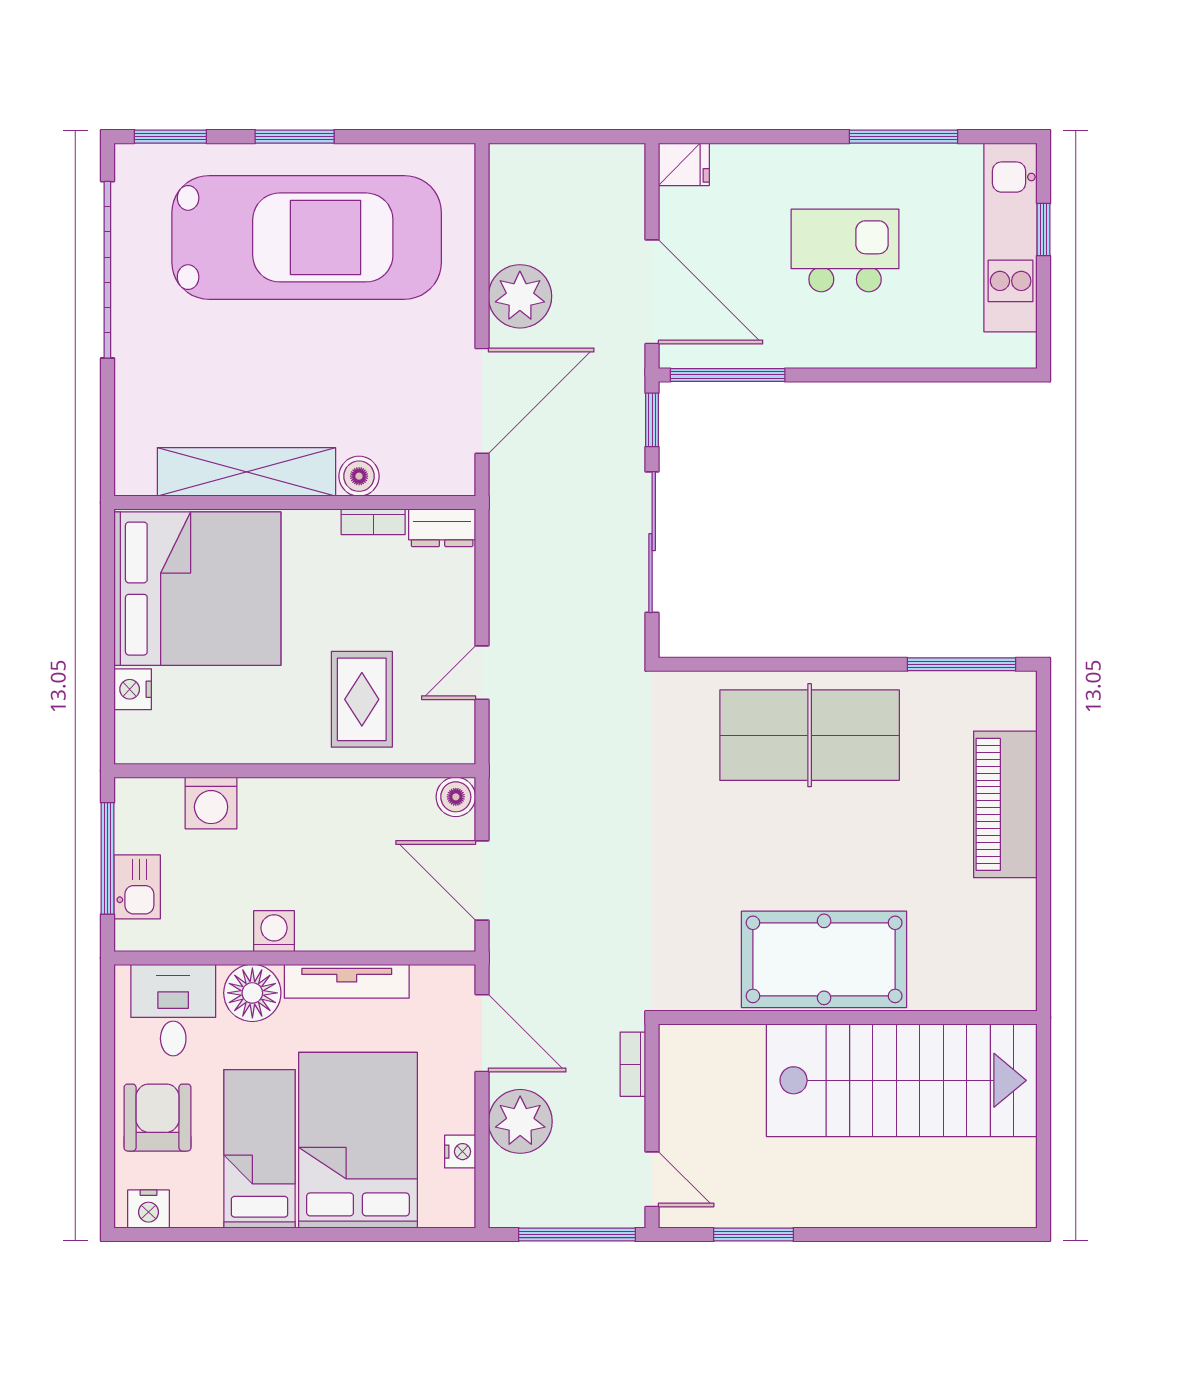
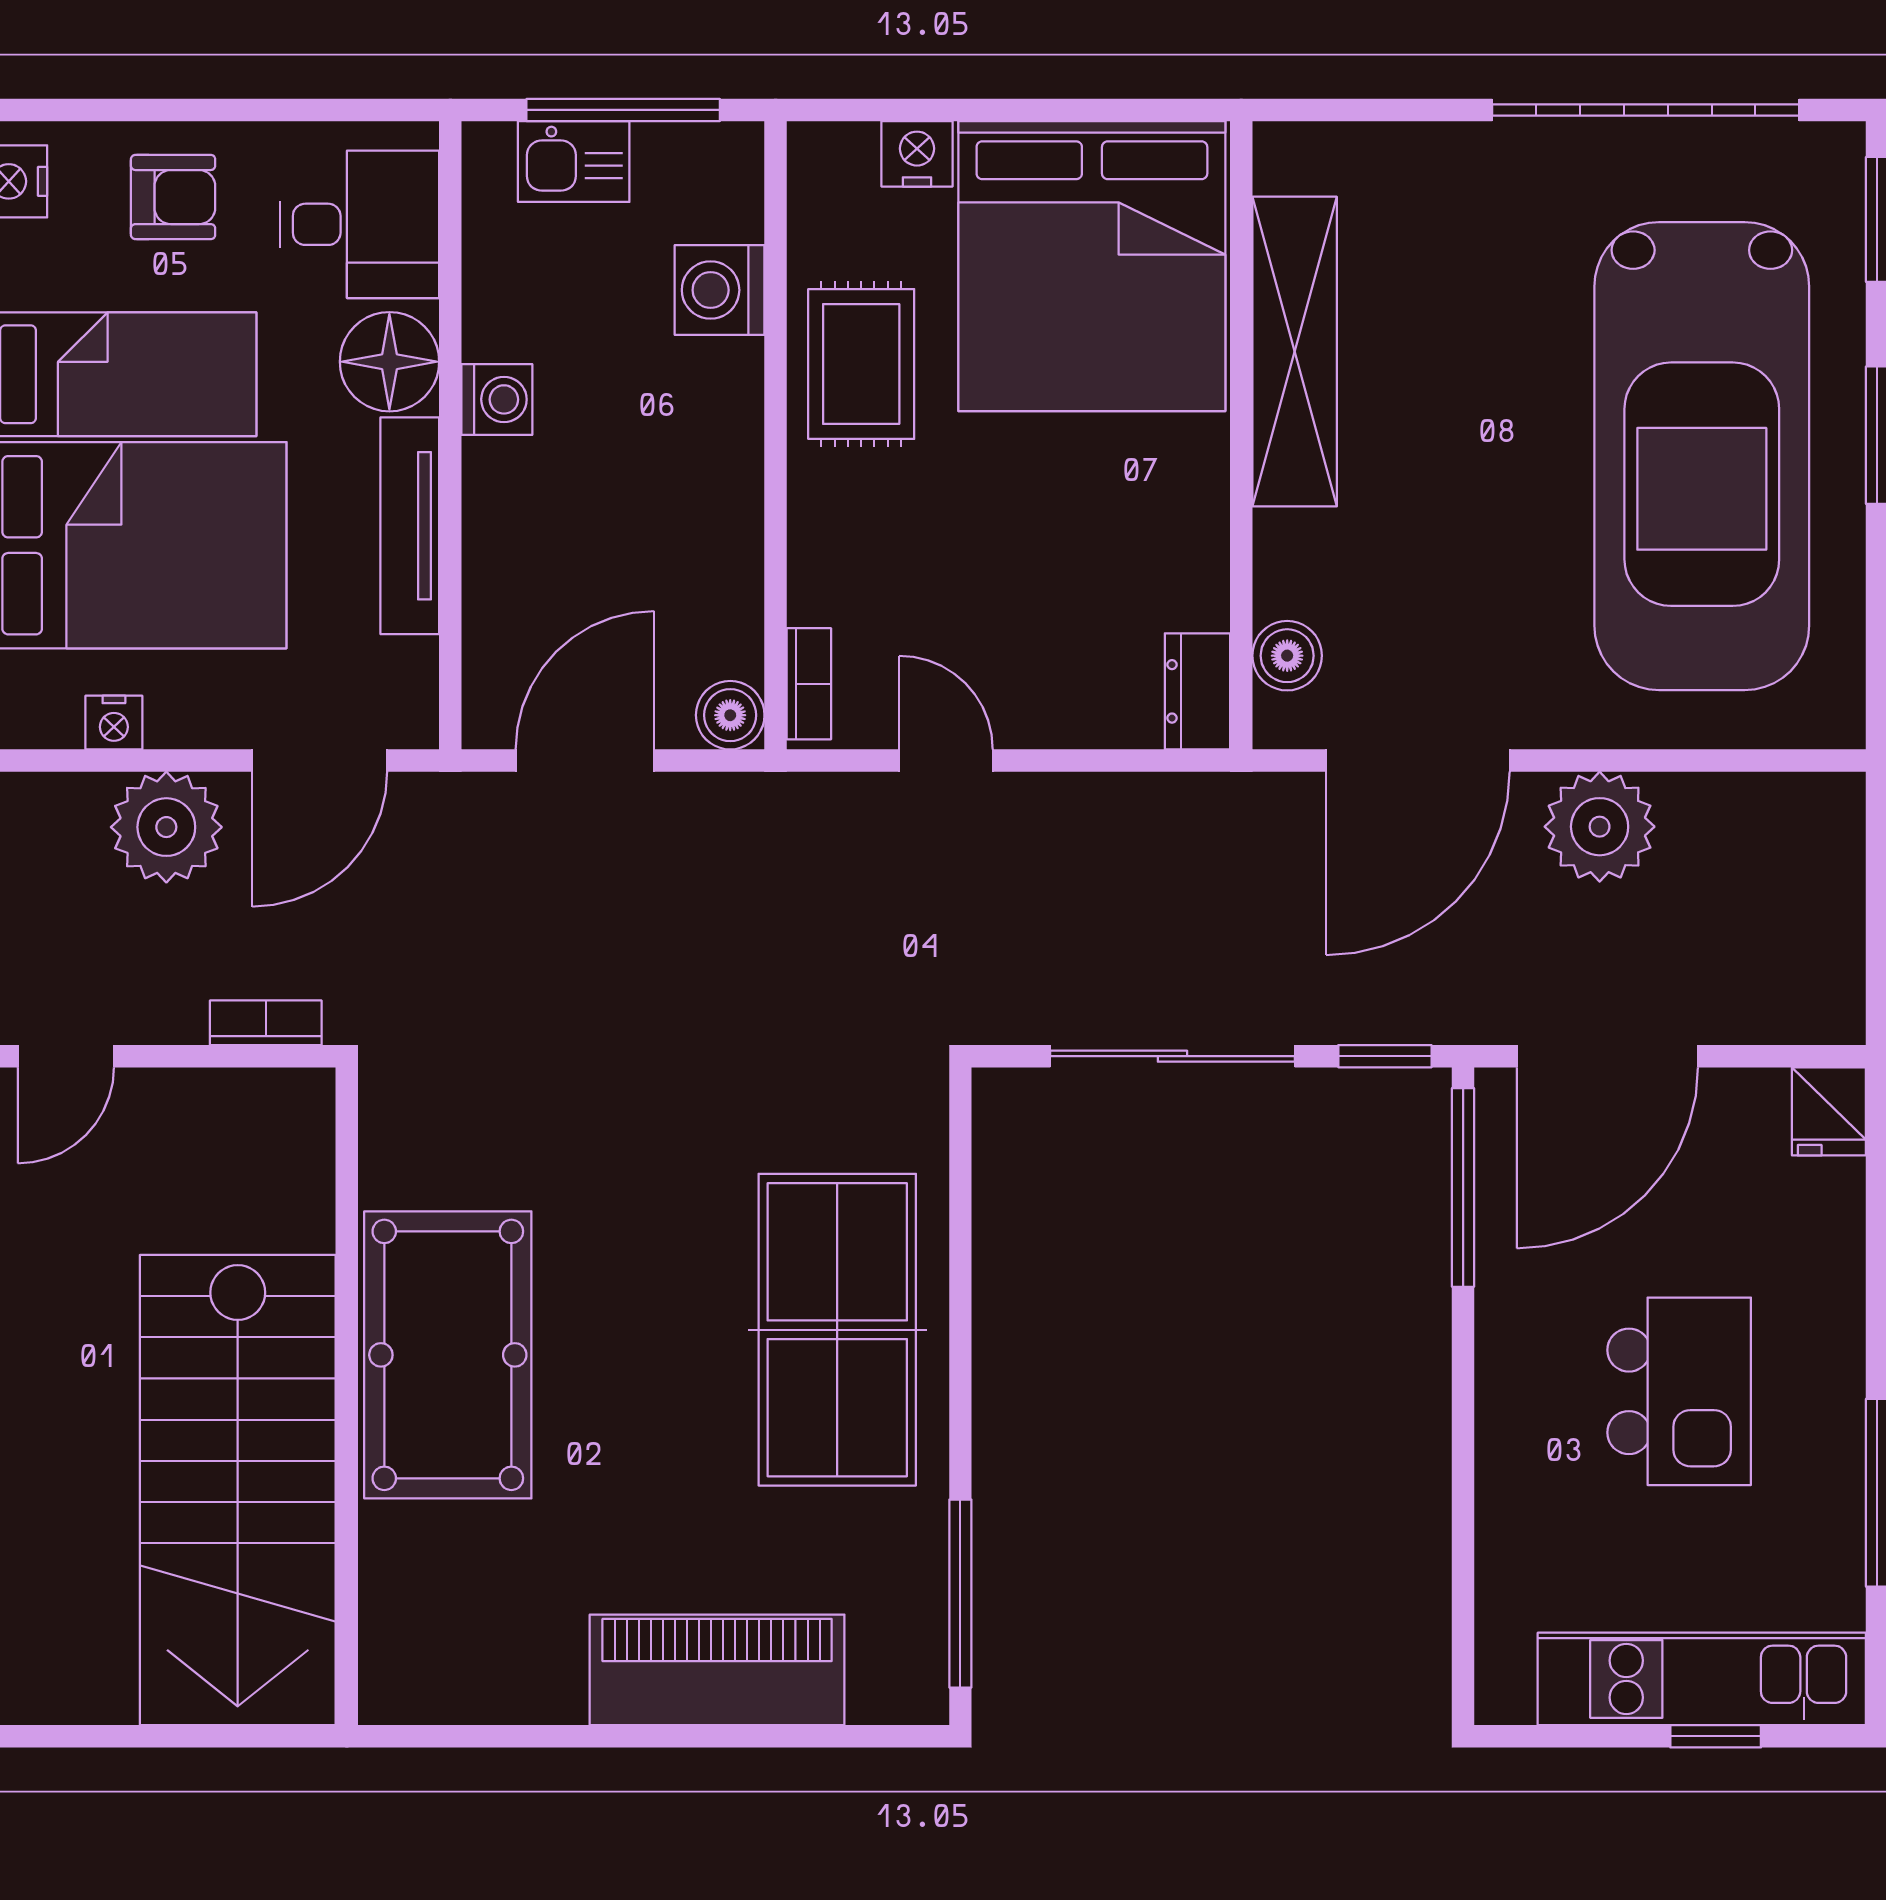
door: (482, 401) -> (1418, 761), hinge flipped
boiler: (359, 476) -> (1287, 656), moved
bookcase: (373, 522) -> (809, 684), moved, turned 180
rug: (362, 699) -> (861, 364), moved, turned 90
armchair: (158, 1118) -> (173, 197), width x0.72, depth x0.72

